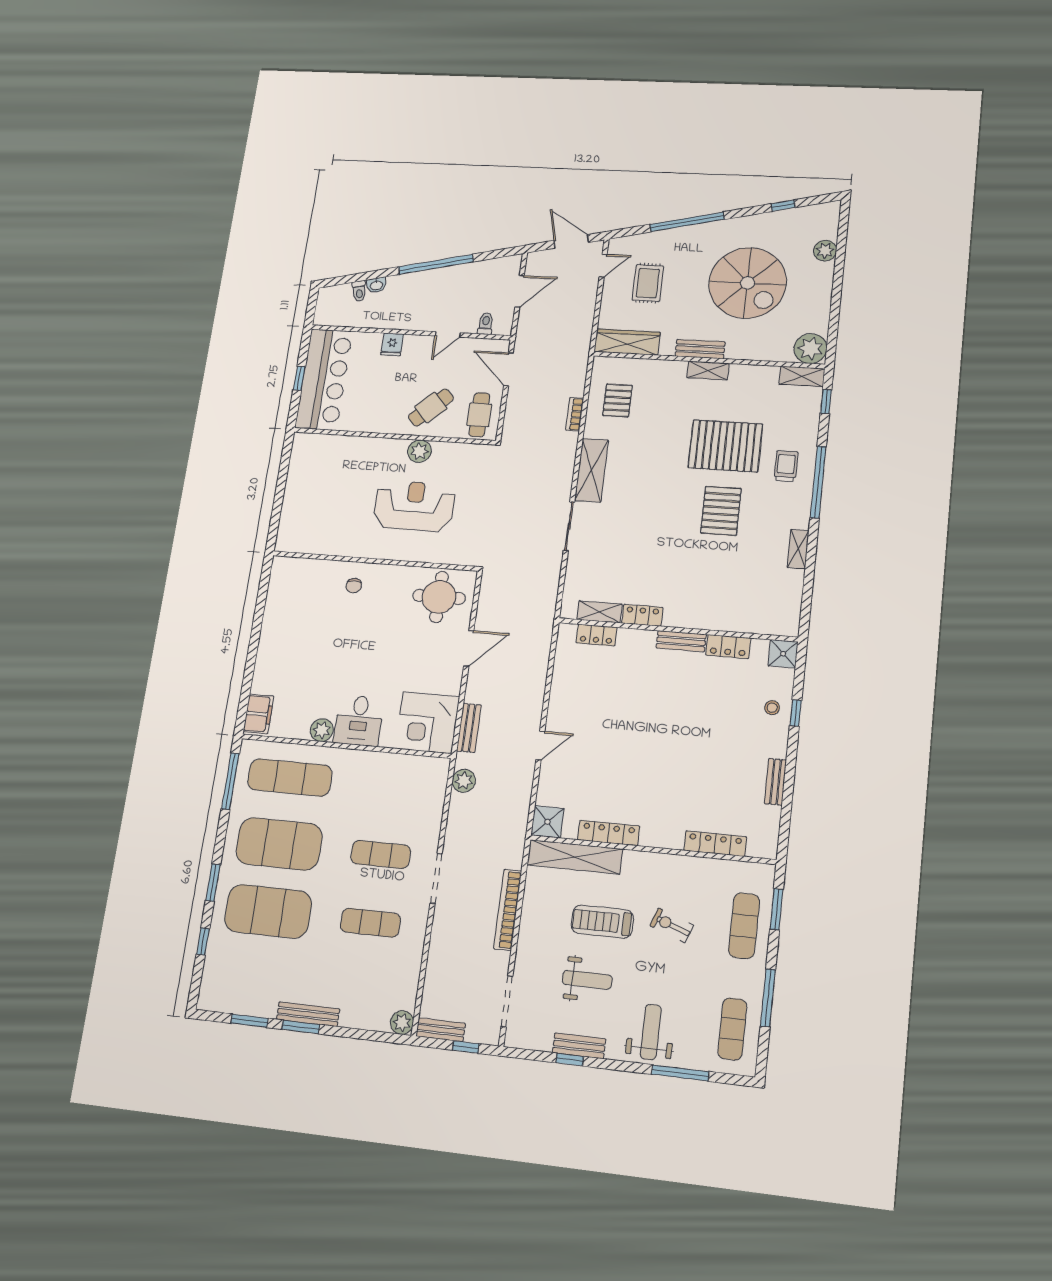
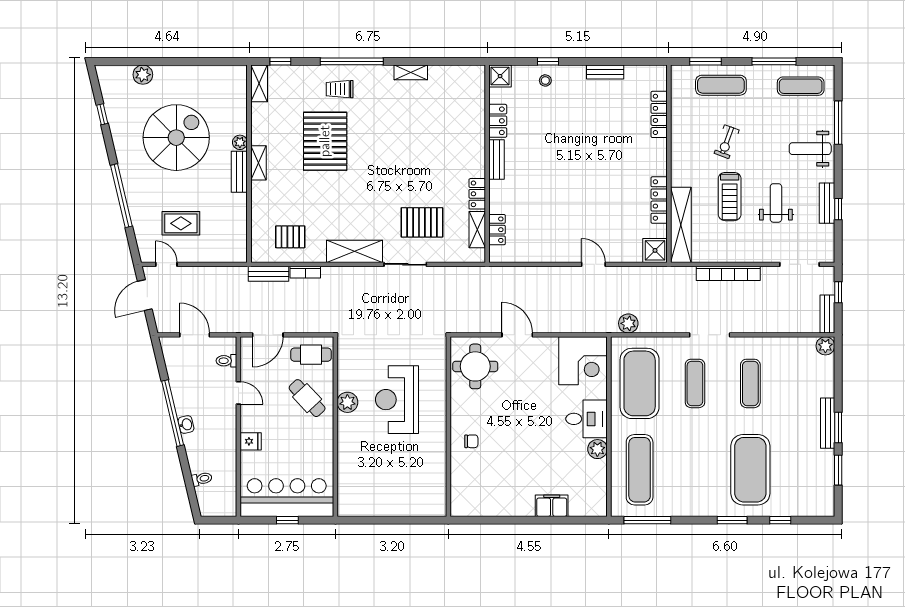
washbasin: (376, 285) -> (186, 425), moved
wardrobe: (627, 342) -> (237, 235), removed
plant: (810, 349) -> (240, 142), moved, width x0.53, depth x0.53
pallet: (721, 511) -> (422, 222), moved
filing cabinet: (258, 714) -> (552, 506), moved
bench: (469, 728) -> (269, 274), moved
exercise mat: (279, 844) -> (640, 383), moved

